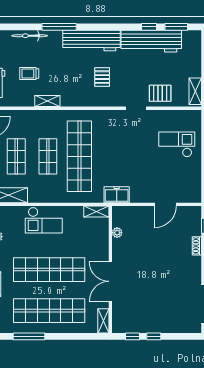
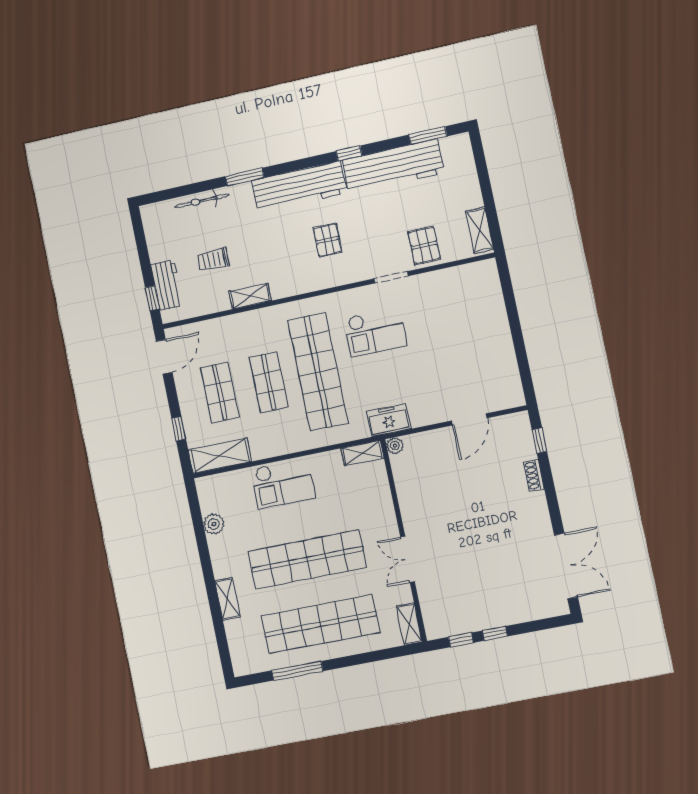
window: (59, 27) -> (245, 177), width x0.69
window: (149, 27) -> (349, 153), moved
pallet: (160, 93) -> (424, 245), turned 90
checkout: (177, 144) -> (375, 332), moved, turned 180
plant: (117, 233) -> (395, 446), moved
double door: (110, 281) -> (408, 559), width x0.73

